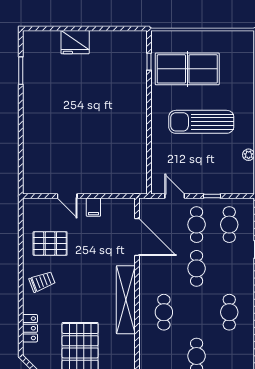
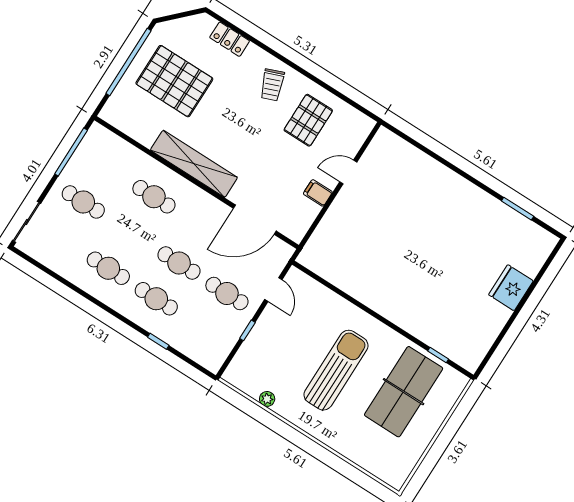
door: (175, 196) -> (273, 290), hinge flipped
cafe table: (229, 225) -> (156, 299), moved

